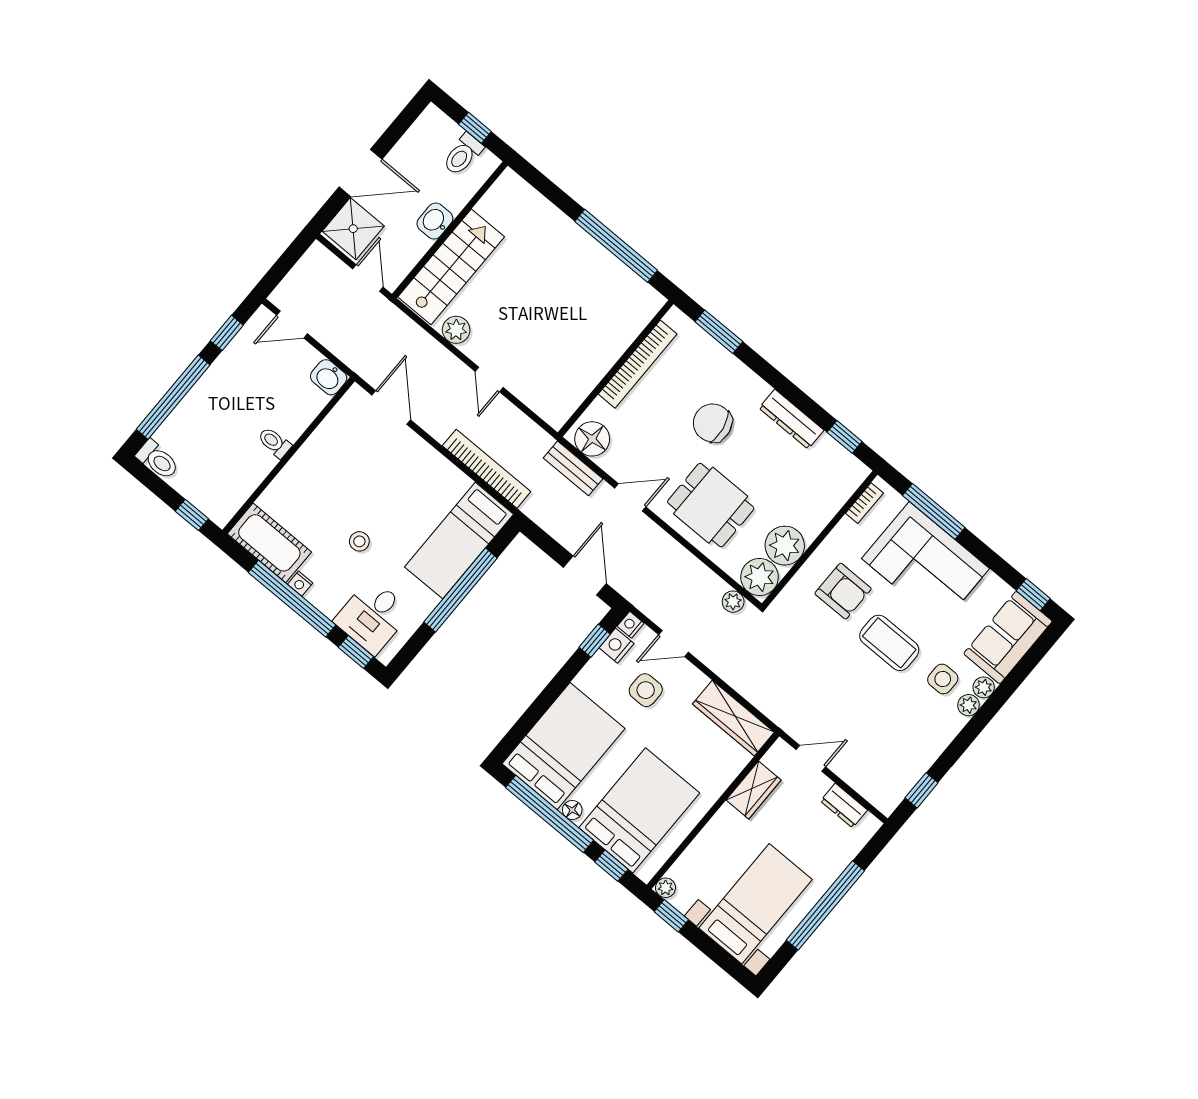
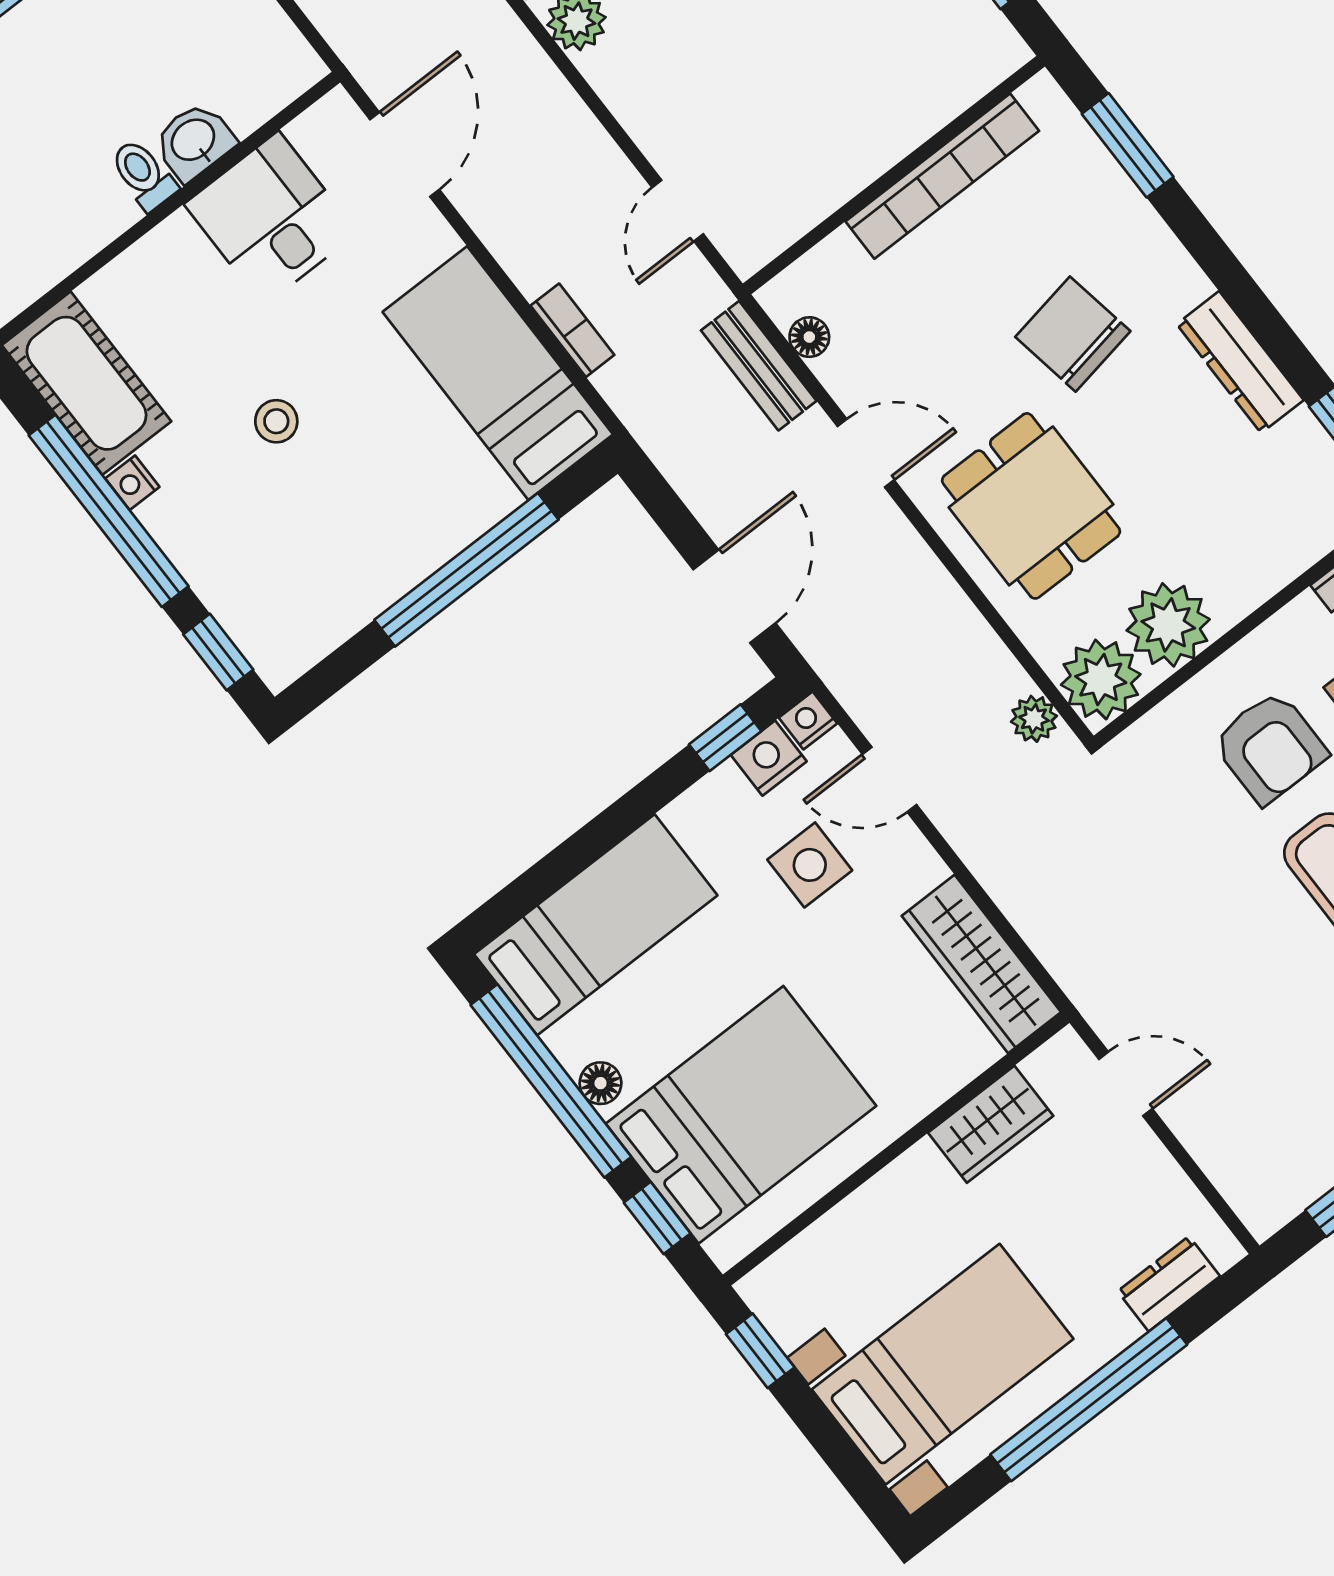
washbasin: (329, 377) -> (194, 141), moved, turned 90
door: (489, 379) -> (678, 211), moved
floor lamp: (592, 439) -> (809, 337), width x0.53, depth x0.53
bookcase: (487, 469) -> (572, 330), width x0.43, depth x0.76
bed: (459, 541) -> (498, 373), moved, turned 90
desk: (373, 616) -> (271, 218), moved, turned 90
bed: (564, 746) -> (596, 925), width x0.67
dresser: (844, 806) -> (1169, 1284), moved, turned 90
plant: (666, 888) -> (761, 1289), removed

